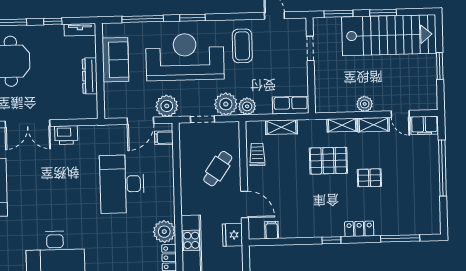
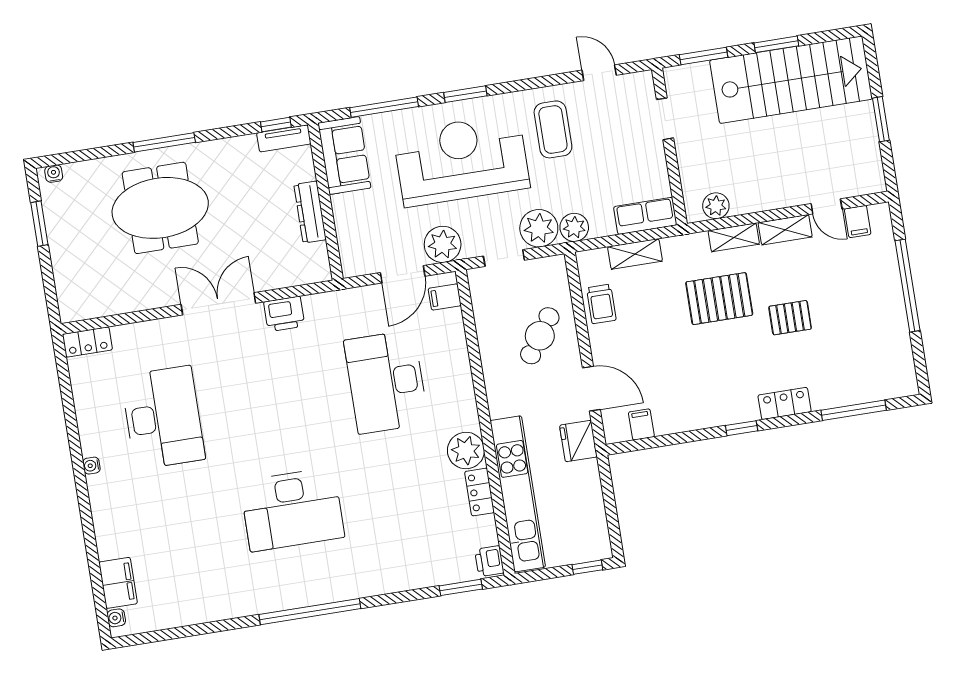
window: (53, 21) -> (276, 124), moved
sofa: (115, 60) -> (344, 155), moved
plant: (365, 104) -> (716, 206), moved
double door: (27, 124) -> (218, 304), swing flipped
filing cabinet: (424, 125) -> (858, 222), width x0.50
trolley: (257, 154) -> (601, 304), turned 180

